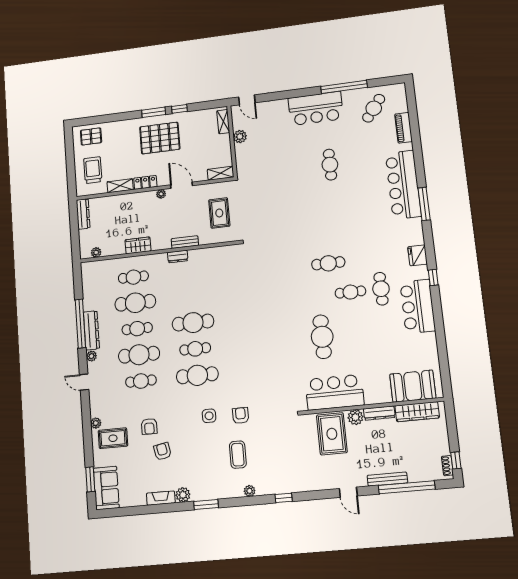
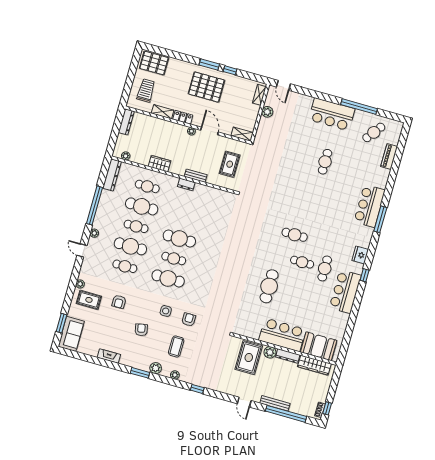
pallet: (91, 136) -> (154, 63), width x1.50, depth x1.42
bar counter: (403, 185) -> (370, 206), width x0.73
dresser: (91, 330) -> (112, 175), moved
bar counter: (335, 392) -> (282, 335), moved
armchair: (162, 451) -> (141, 330), moved
plant: (183, 495) -> (156, 368), moved

